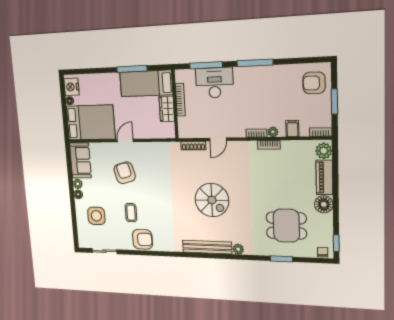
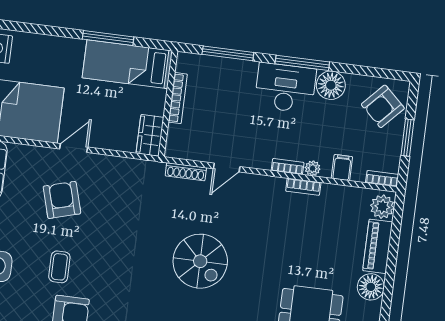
floor lamp: (276, 75) -> (331, 85), added
desk: (214, 83) -> (285, 88), moved
armchair: (314, 83) -> (383, 106), turned -47
wardrobe: (167, 109) -> (150, 135), moved

